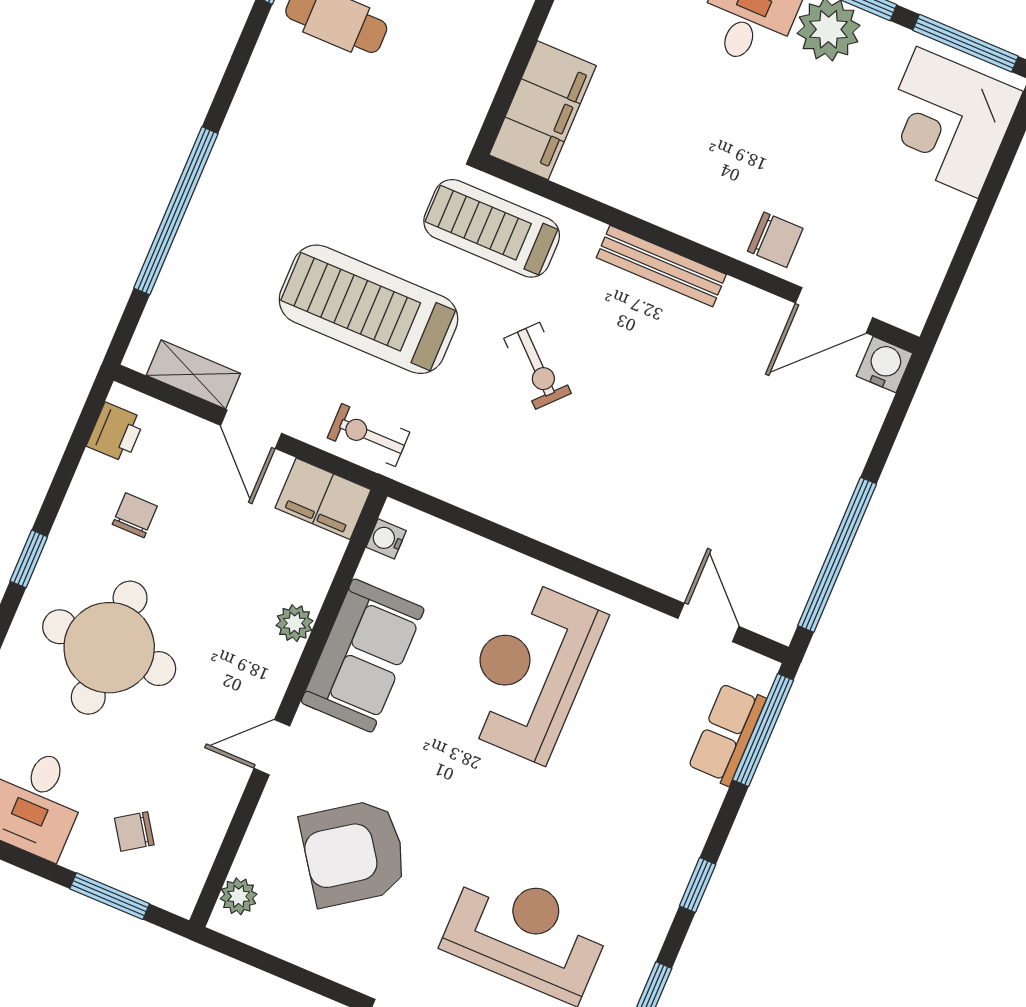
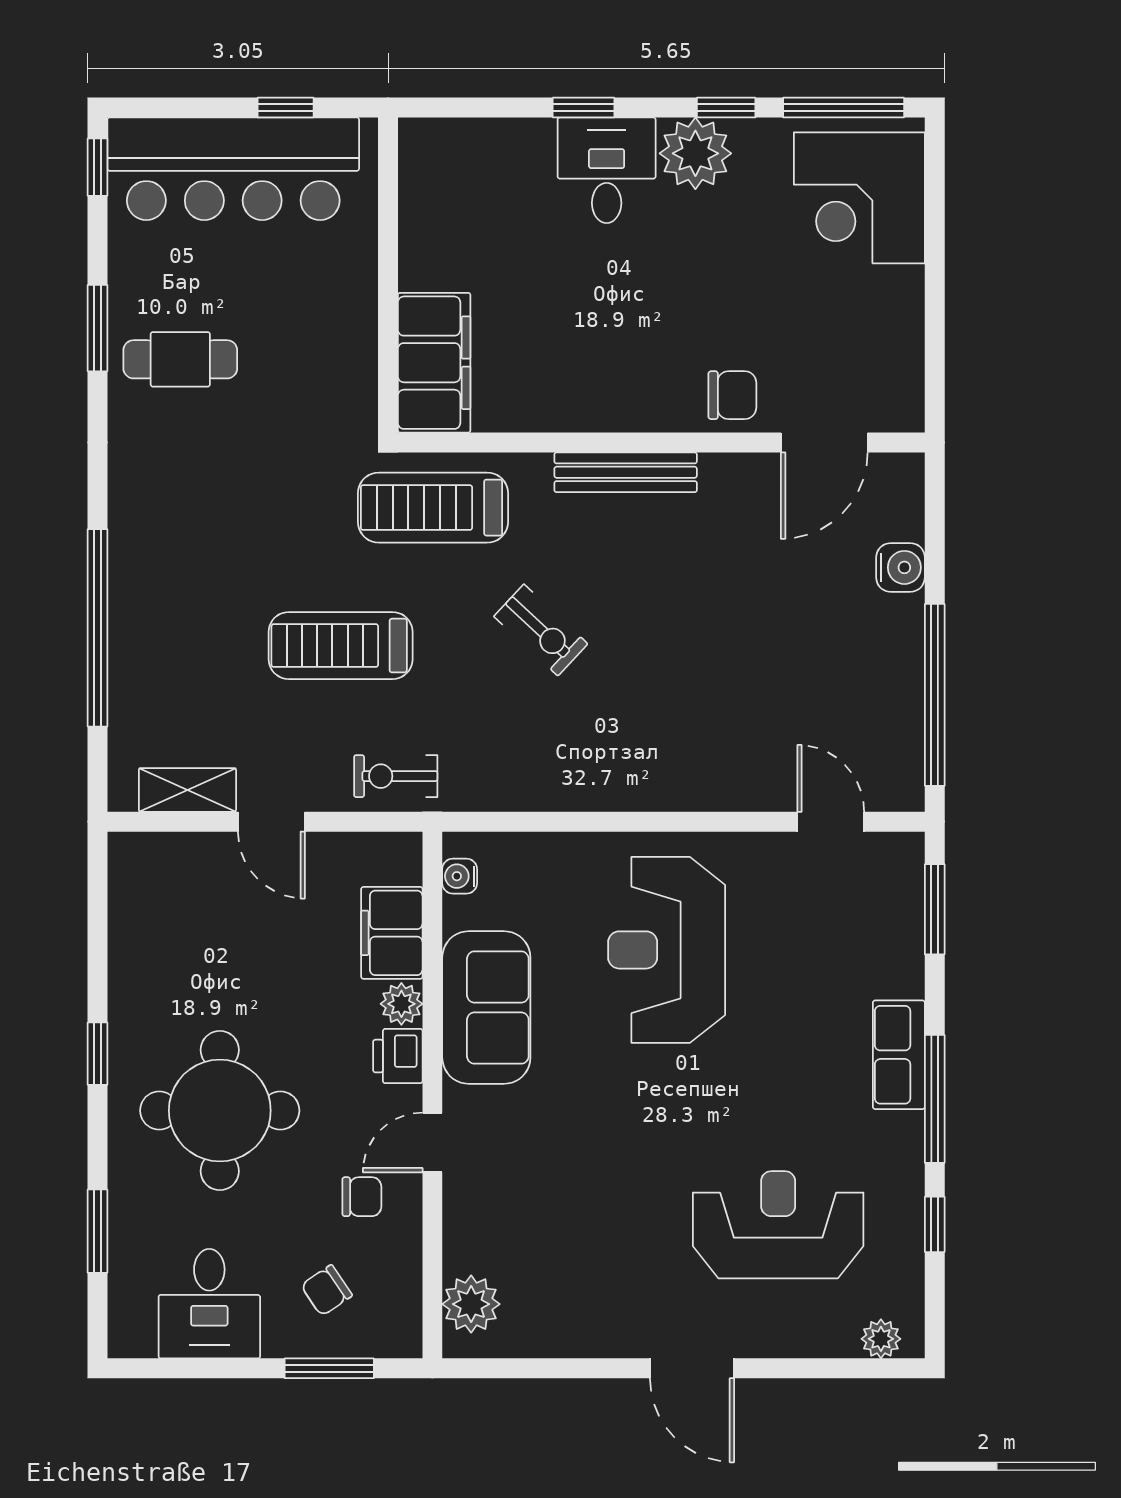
treadmill: (368, 309) -> (341, 646), width x0.73, depth x0.73
water cooler: (885, 365) -> (900, 567), moved, turned 90
printer: (116, 432) -> (398, 1056), moved, turned 180
filing cabinet: (323, 499) -> (392, 933), moved, turned 90
chair: (135, 515) -> (362, 1197), moved, turned 90
window: (763, 730) -> (935, 909), width x0.69
row of seats: (727, 734) -> (899, 1055), moved
armchair: (354, 853) -> (564, 1216), removed
window: (698, 885) -> (935, 1099), width x2.17
plant: (239, 896) -> (471, 1304), width x1.38, depth x1.38

